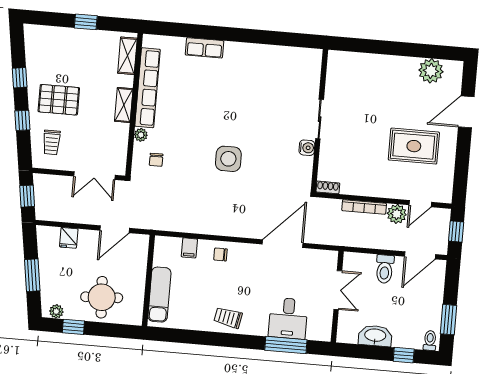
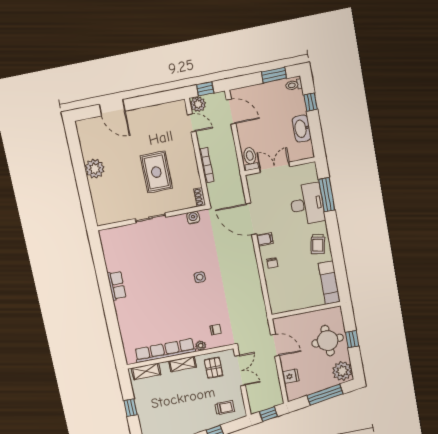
row of seats: (205, 48) -> (117, 286), moved
plant: (431, 71) -> (95, 169), moved
pallet: (59, 100) -> (213, 368), moved, width x0.67, depth x0.71
rug: (414, 146) -> (156, 172), moved
water cooler: (307, 148) -> (193, 218), moved
side table: (228, 159) -> (200, 277), width x0.54, depth x0.54
plant: (397, 214) -> (198, 104), moved
filing cabinet: (189, 248) -> (265, 239), moved
toilet: (385, 269) -> (250, 159), moved, turned -90
window: (32, 275) -> (325, 395), width x1.44
exam couch: (159, 295) -> (329, 283), moved, turned -90
plant: (56, 311) -> (342, 371), width x1.88, depth x1.88
desk: (288, 318) -> (307, 204), width x1.37
window: (73, 327) -> (352, 339), moved

